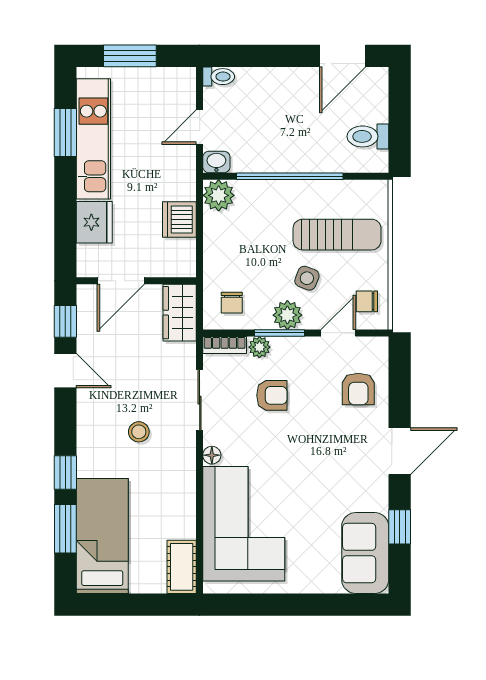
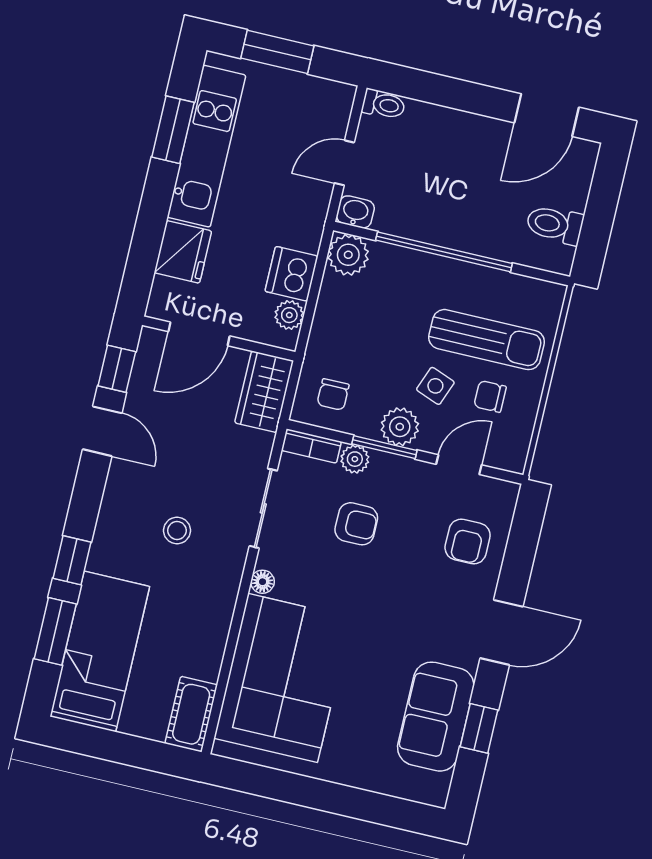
plant: (185, 251) -> (289, 315), added
chair: (367, 301) -> (490, 396), moved
sofa: (365, 553) -> (436, 717), moved

